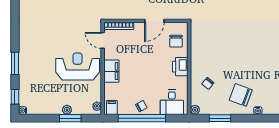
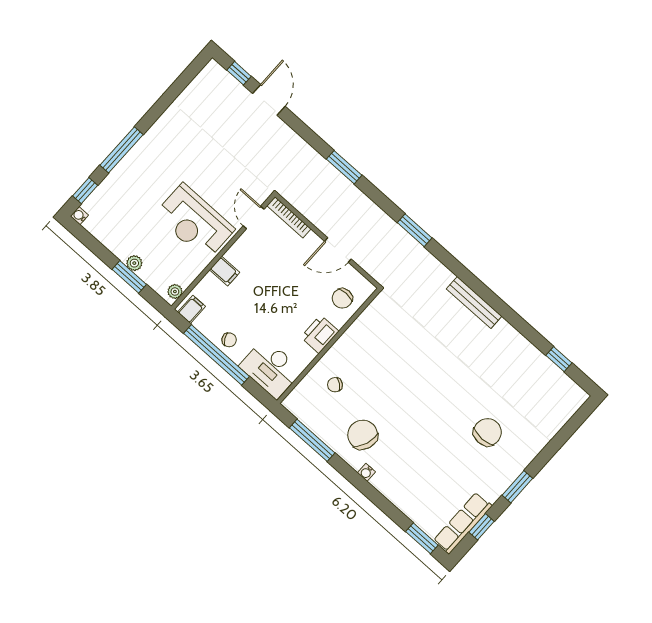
window: (15, 63) -> (121, 150), width x1.44
reception desk: (78, 67) -> (194, 222), turned 180
filing cabinet: (111, 71) -> (225, 271), width x0.50
desk: (172, 102) -> (271, 368), width x1.37
plant: (195, 110) -> (291, 403), removed
window: (220, 118) -> (312, 440), width x1.44

